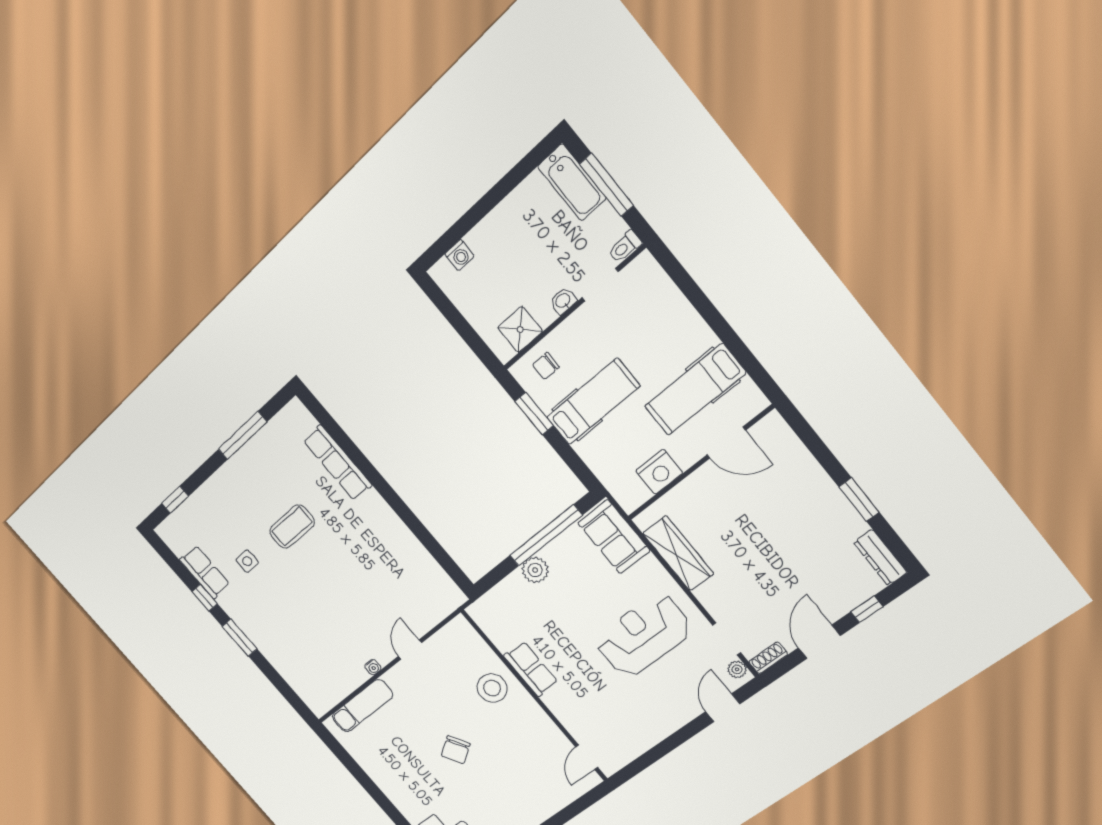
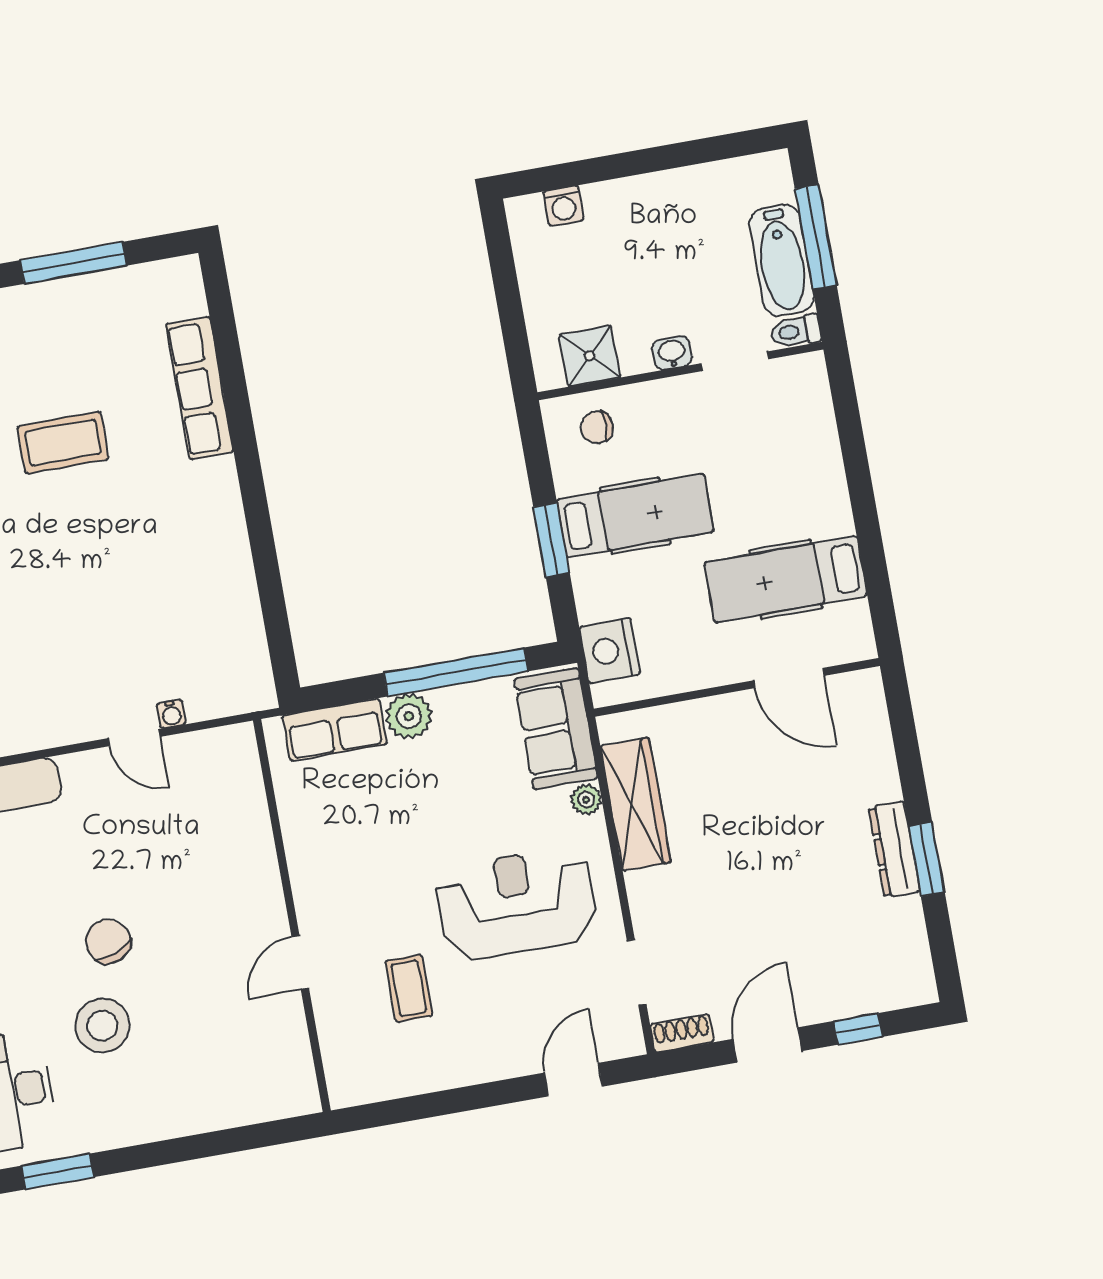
bathtub: (572, 182) -> (782, 260), moved
window: (534, 414) -> (551, 540), moved
nightstand: (659, 472) -> (610, 651), moved, turned 90
dresser: (880, 557) -> (894, 849), moved
door: (410, 649) -> (134, 738), swing flipped
water cooler: (373, 667) -> (171, 714), moved
row of seats: (531, 669) -> (335, 730), moved, turned 90
plant: (737, 669) -> (586, 800), moved
stool: (492, 688) -> (102, 1026), moved
coffee table: (612, 703) -> (409, 988), added
chair: (456, 750) -> (108, 941), turned 100
door: (587, 757) -> (300, 962), moved

